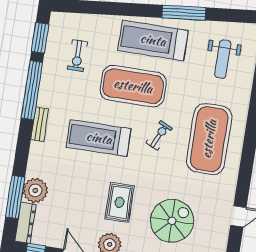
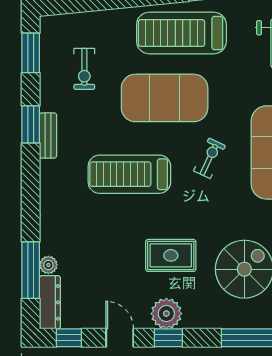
window: (32, 90) -> (31, 124), width x0.47
bench: (40, 124) -> (48, 135), moved
plant: (35, 190) -> (48, 265), width x0.53, depth x0.53
rug: (120, 202) -> (171, 255), turned 90

